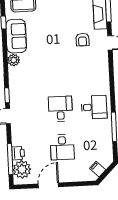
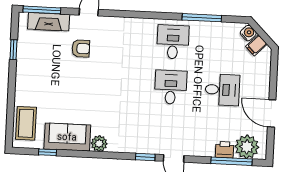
desk: (60, 109) -> (171, 87), turned 90
water cooler: (106, 162) -> (248, 33), added

